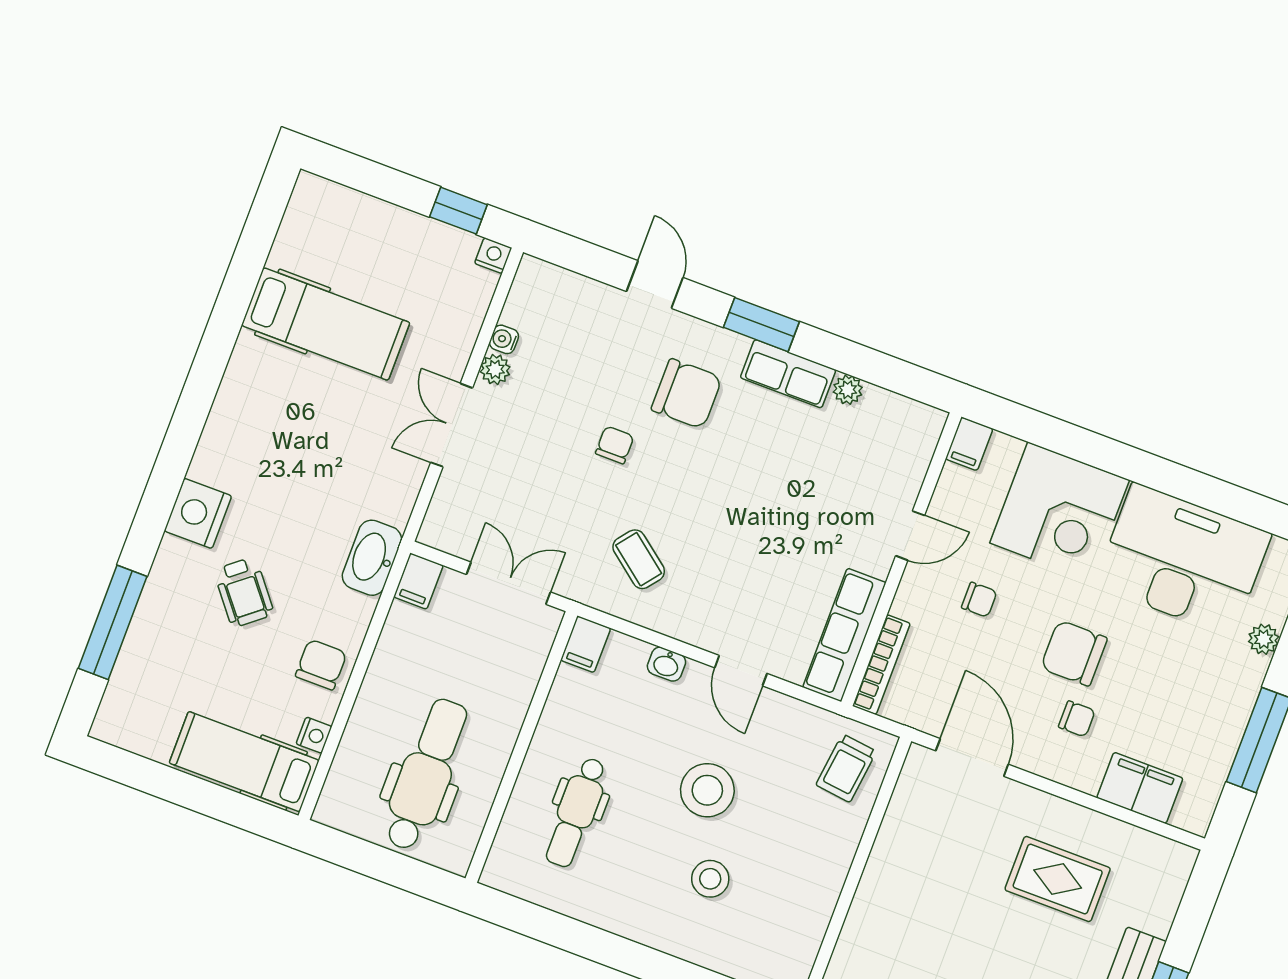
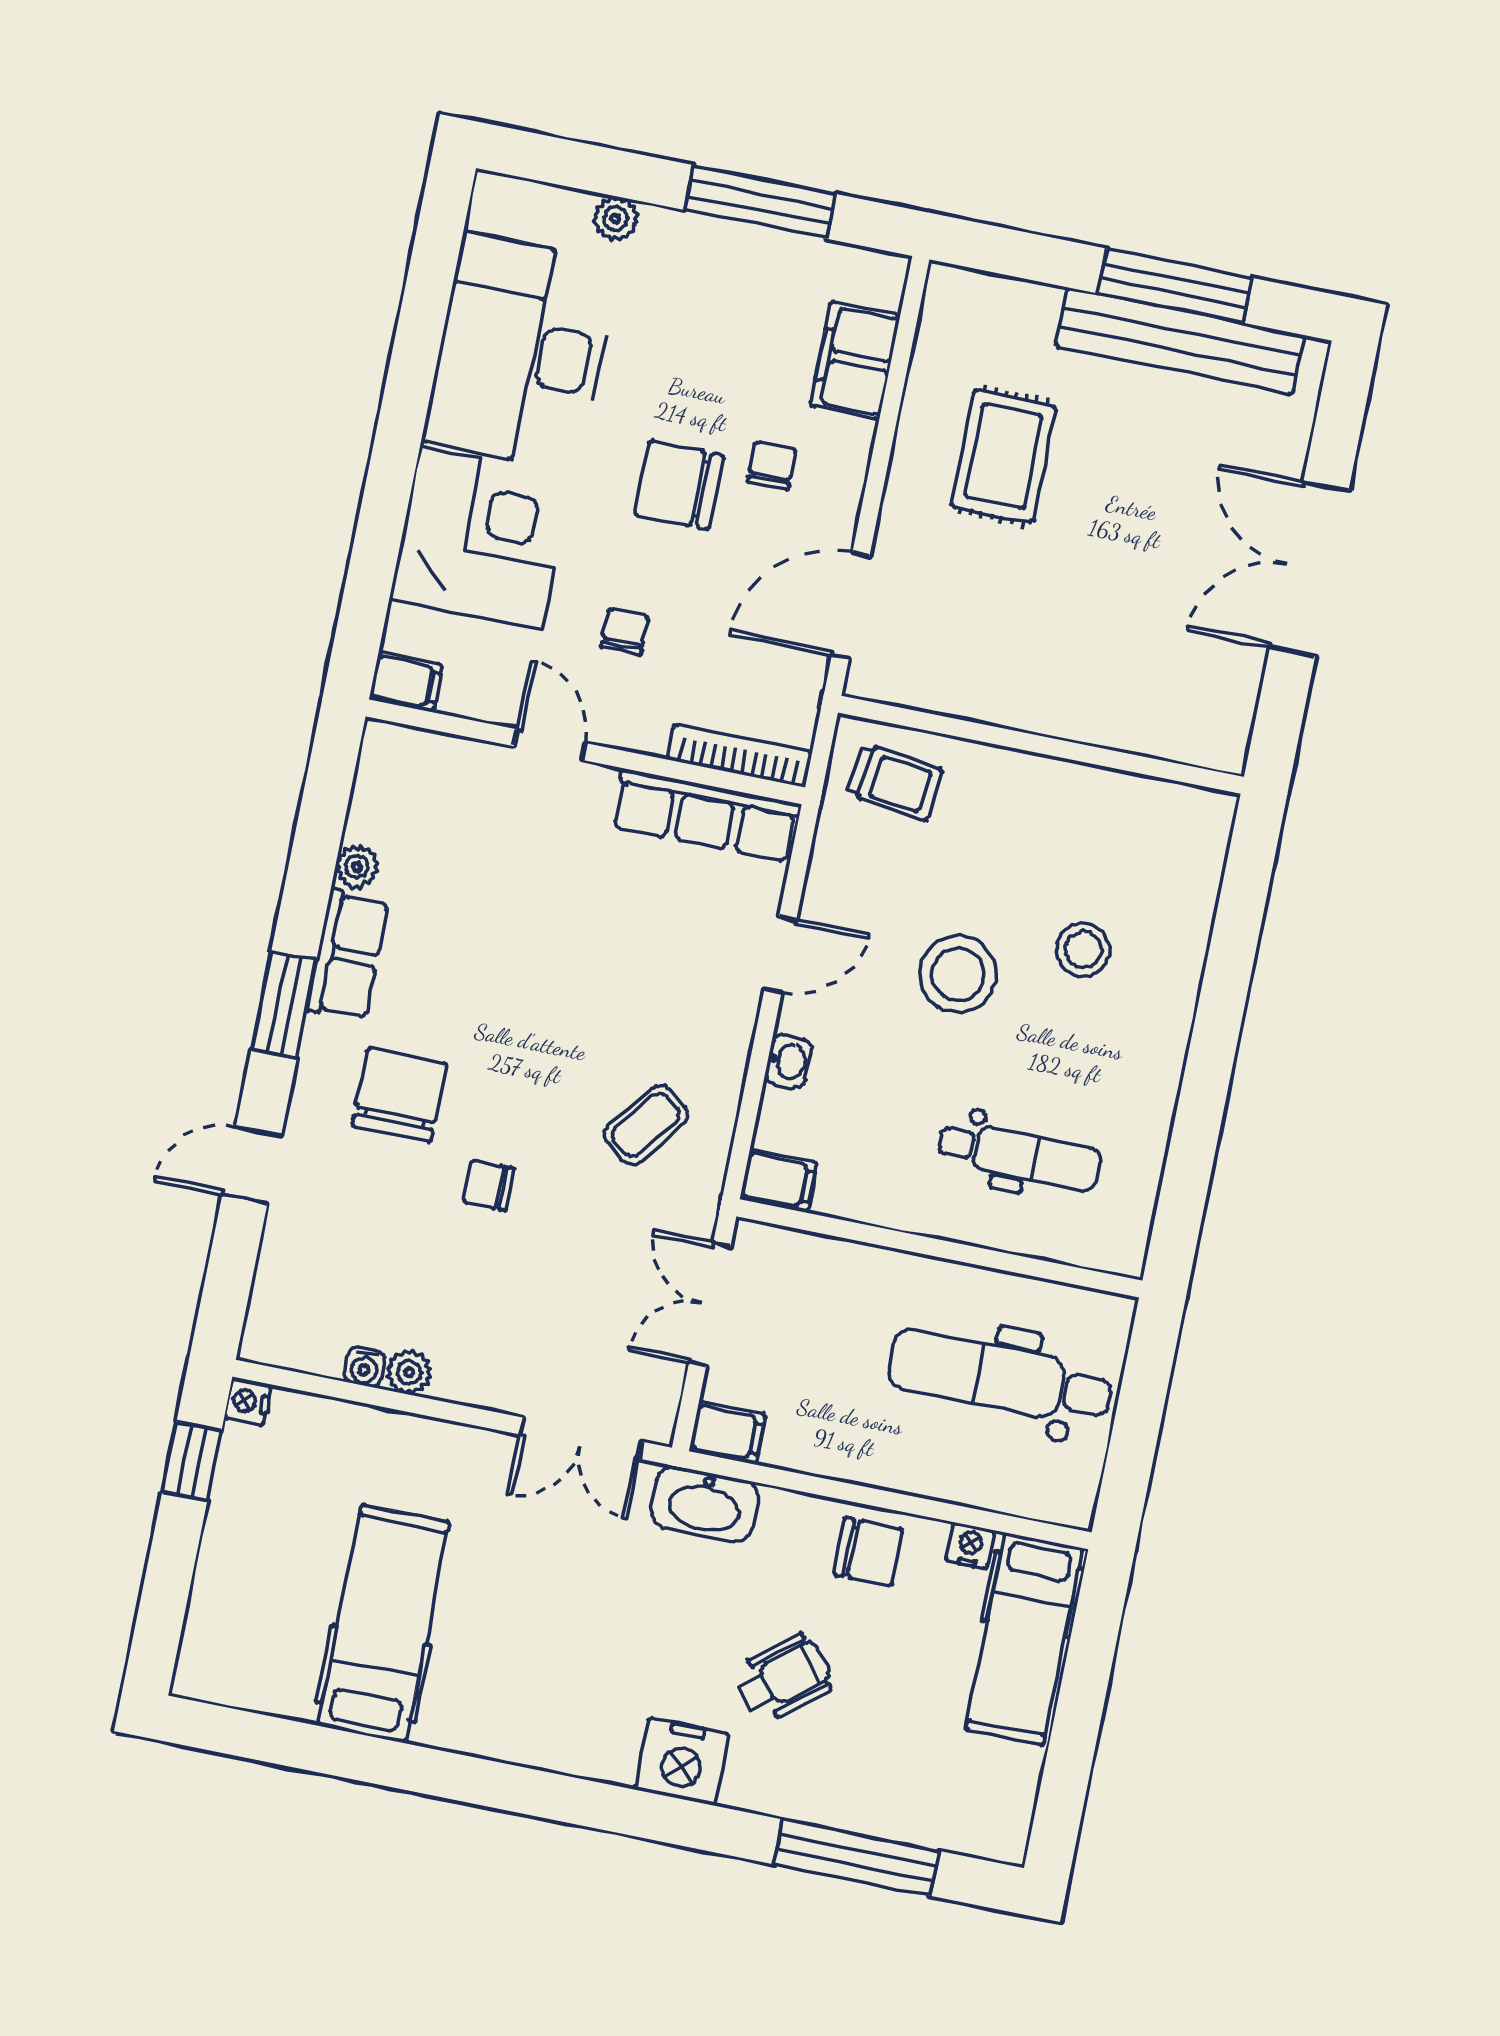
double door: (452, 425) -> (581, 1438), moved
chair: (1074, 653) -> (679, 485), turned 90
chair: (321, 665) -> (868, 1552), turned 180

